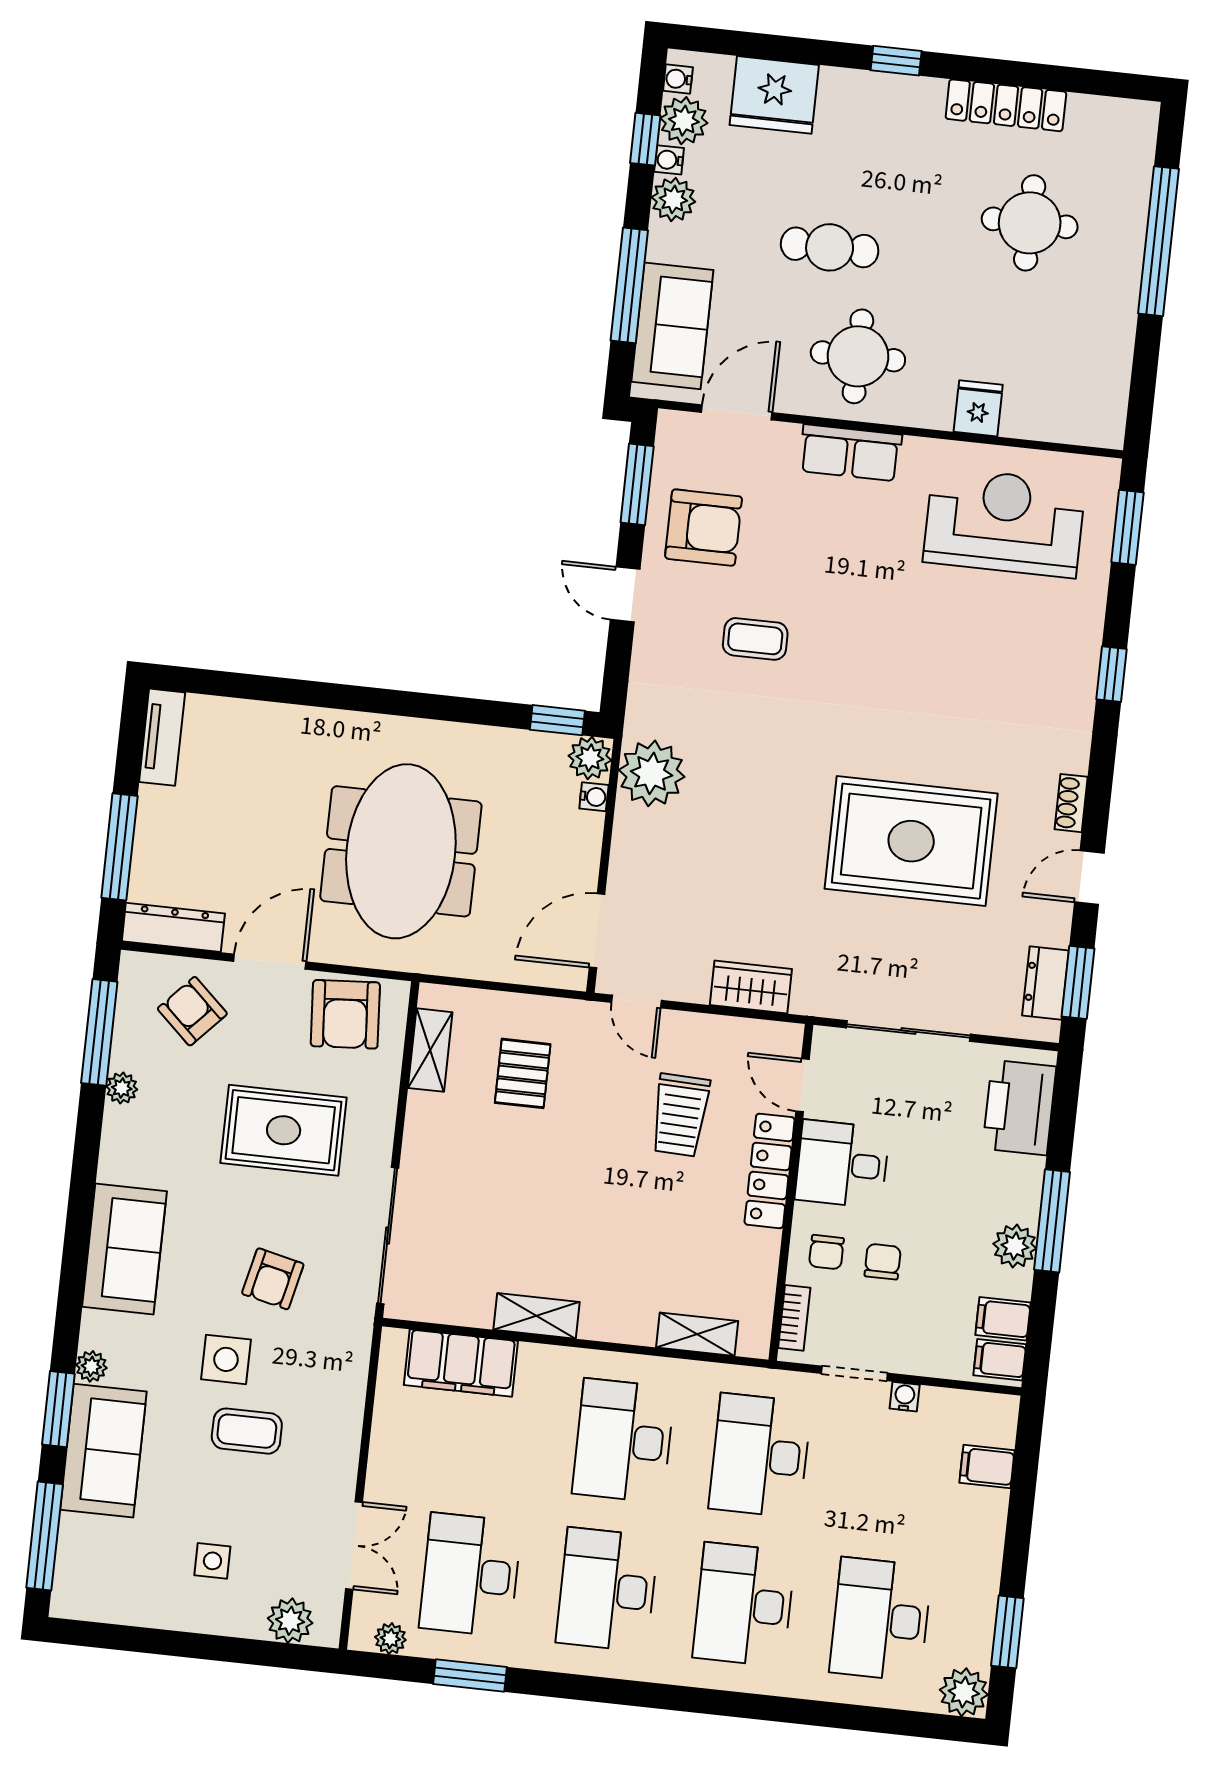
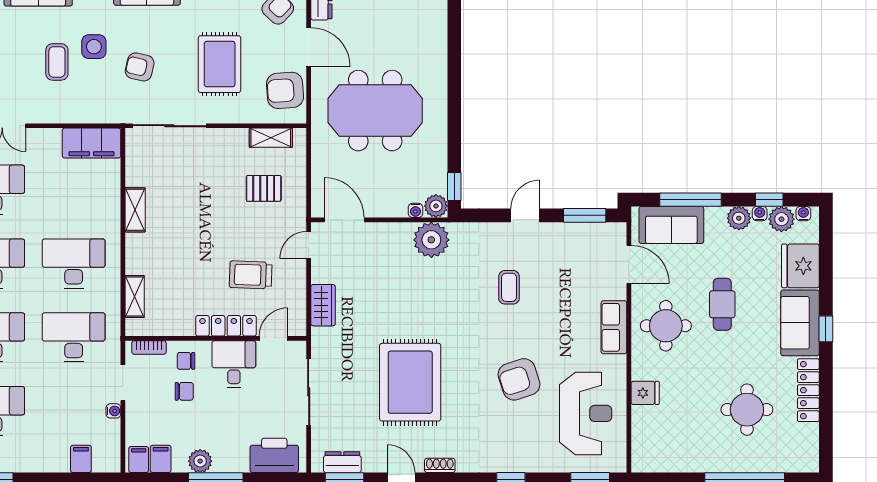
sofa: (880, 107) -> (800, 323), added
armchair: (704, 528) -> (519, 379), moved, turned 72
filing cabinet: (461, 1363) -> (92, 143), moved, turned -90

